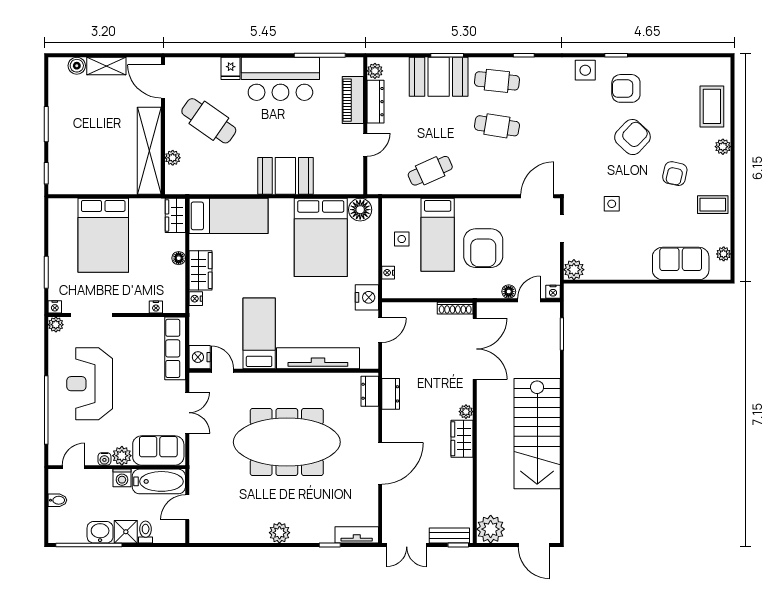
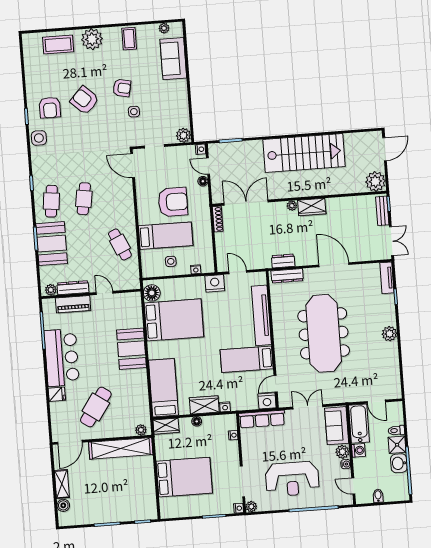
plant: (723, 147) -> (92, 39), width x1.87, depth x1.87
plant: (173, 158) -> (141, 430), moved
armchair: (675, 174) -> (122, 88), moved
dresser: (370, 391) -> (287, 276), width x1.44

